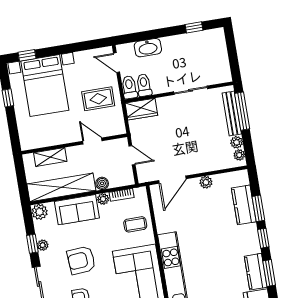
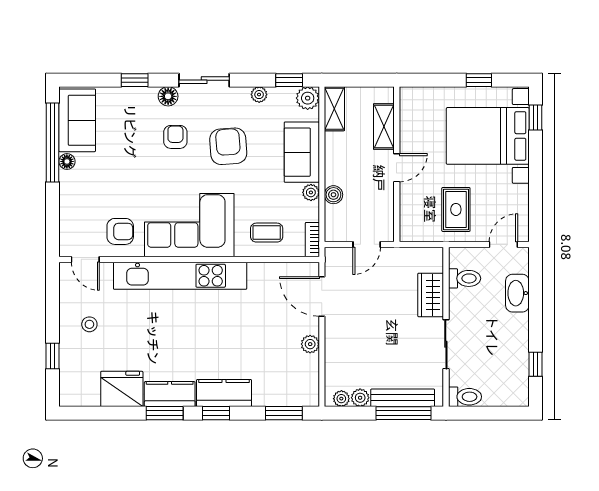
toilet: (129, 87) -> (465, 397), moved
wardrobe: (141, 109) -> (431, 295), moved
door: (92, 141) -> (397, 168), moved
shelving: (61, 187) -> (334, 109), width x0.45, depth x0.75
bookcase: (122, 195) -> (312, 240), moved
kitchen counter: (244, 205) -> (224, 393), moved
window: (258, 208) -> (284, 413), moved
coffee table: (135, 224) -> (267, 233), turned 90
window: (32, 244) -> (289, 80), moved

